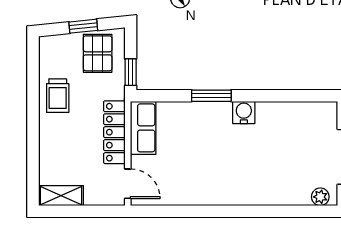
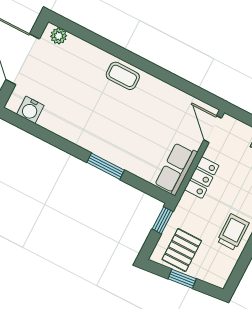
water cooler: (244, 112) -> (30, 110), moved
locker: (114, 132) -> (202, 178), width x0.66
coffee table: (240, 190) -> (123, 76), added

